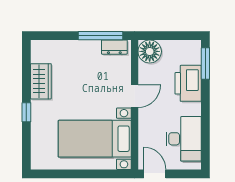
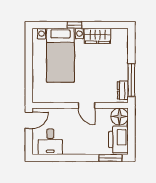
printer: (188, 83) -> (119, 140), moved, turned -90
bed with nightstands: (95, 139) -> (60, 55), moved, turned 180
desk: (184, 139) -> (50, 142), width x0.73

